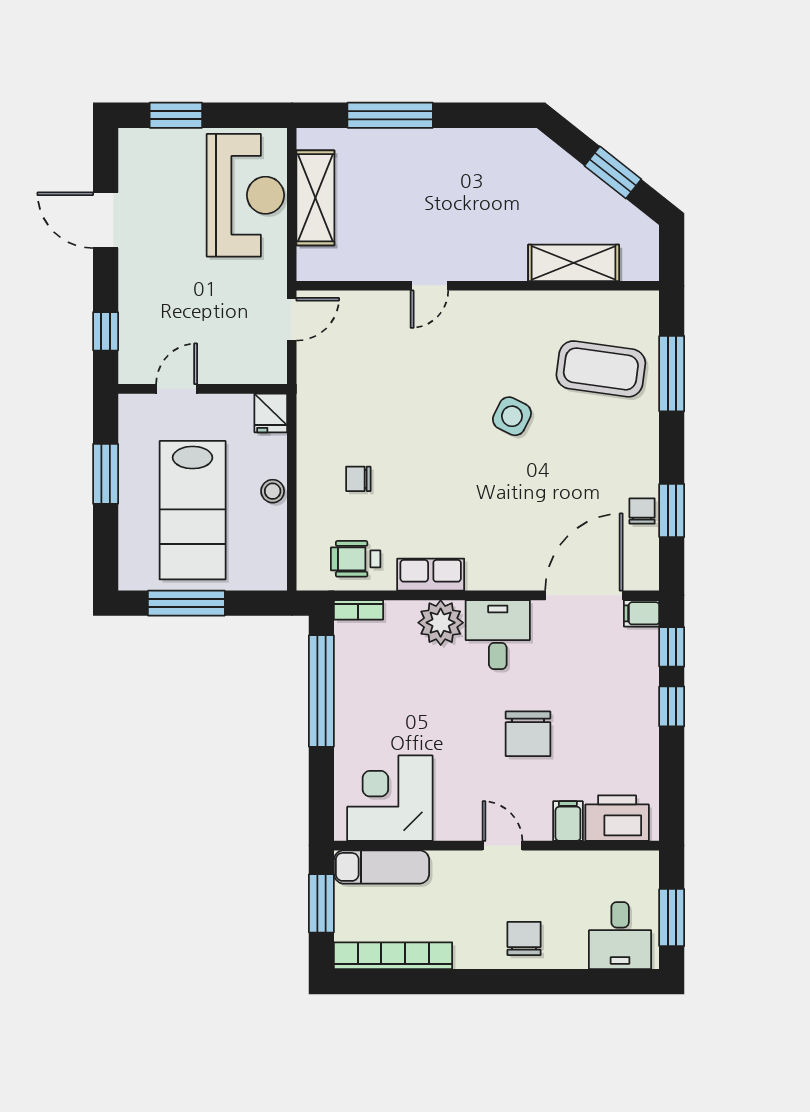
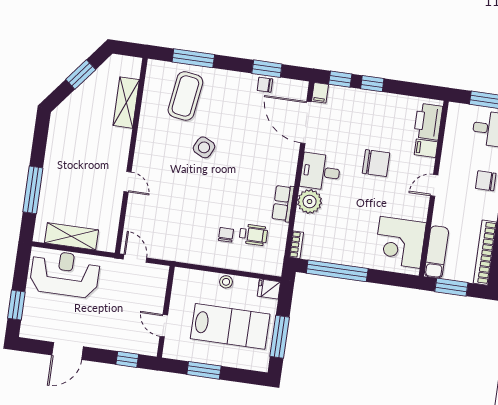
fridge: (271, 413) -> (269, 289), moved, turned 180
chair: (358, 479) -> (226, 235), turned 180
wheelchair: (356, 559) -> (253, 235), moved, turned -90

